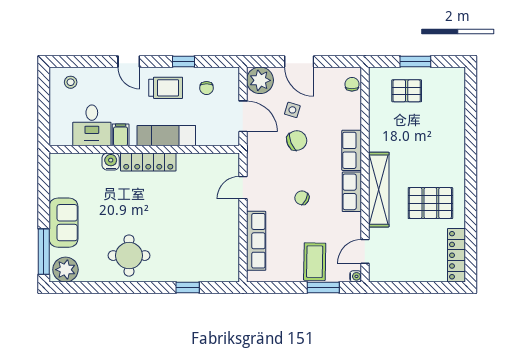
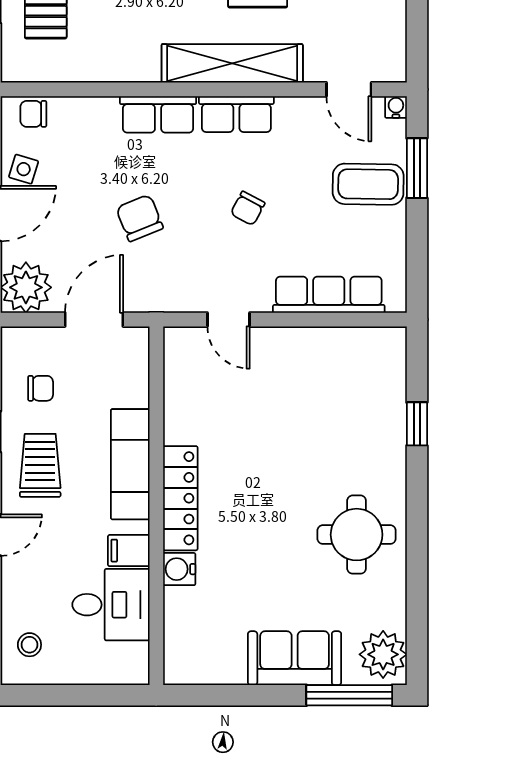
side table: (292, 110) -> (24, 169), moved

